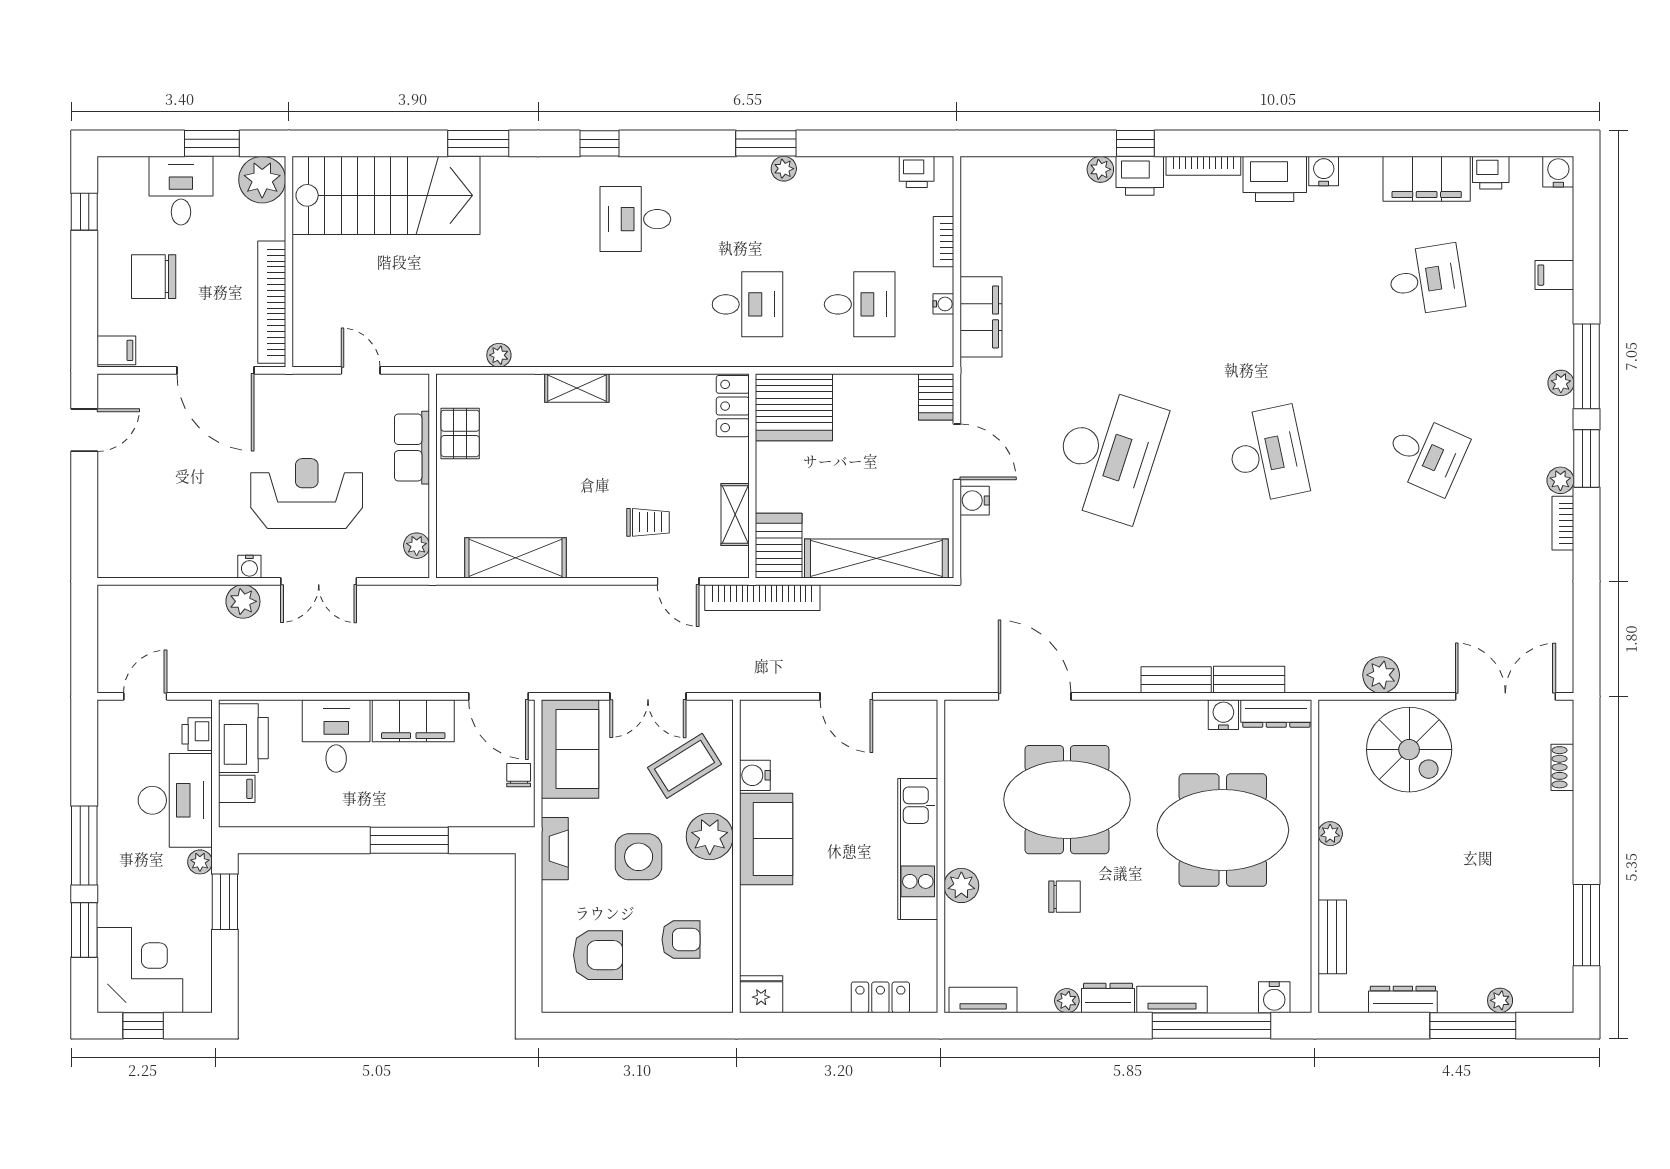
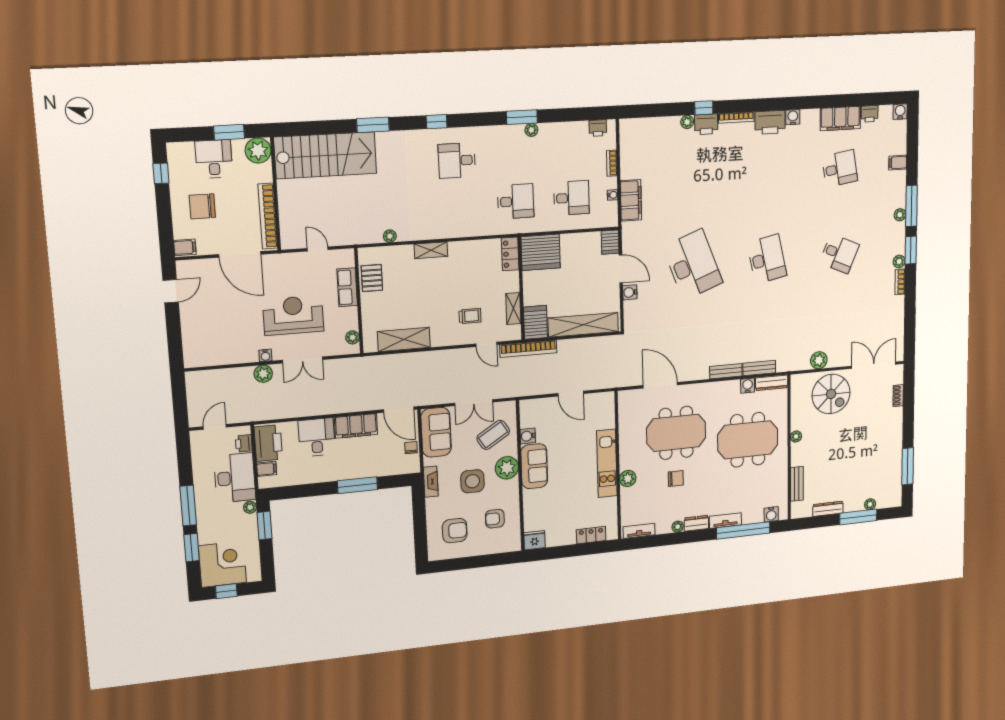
desk: (1108, 455) -> (693, 265), turned -39
armchair: (681, 940) -> (495, 519), turned 180

